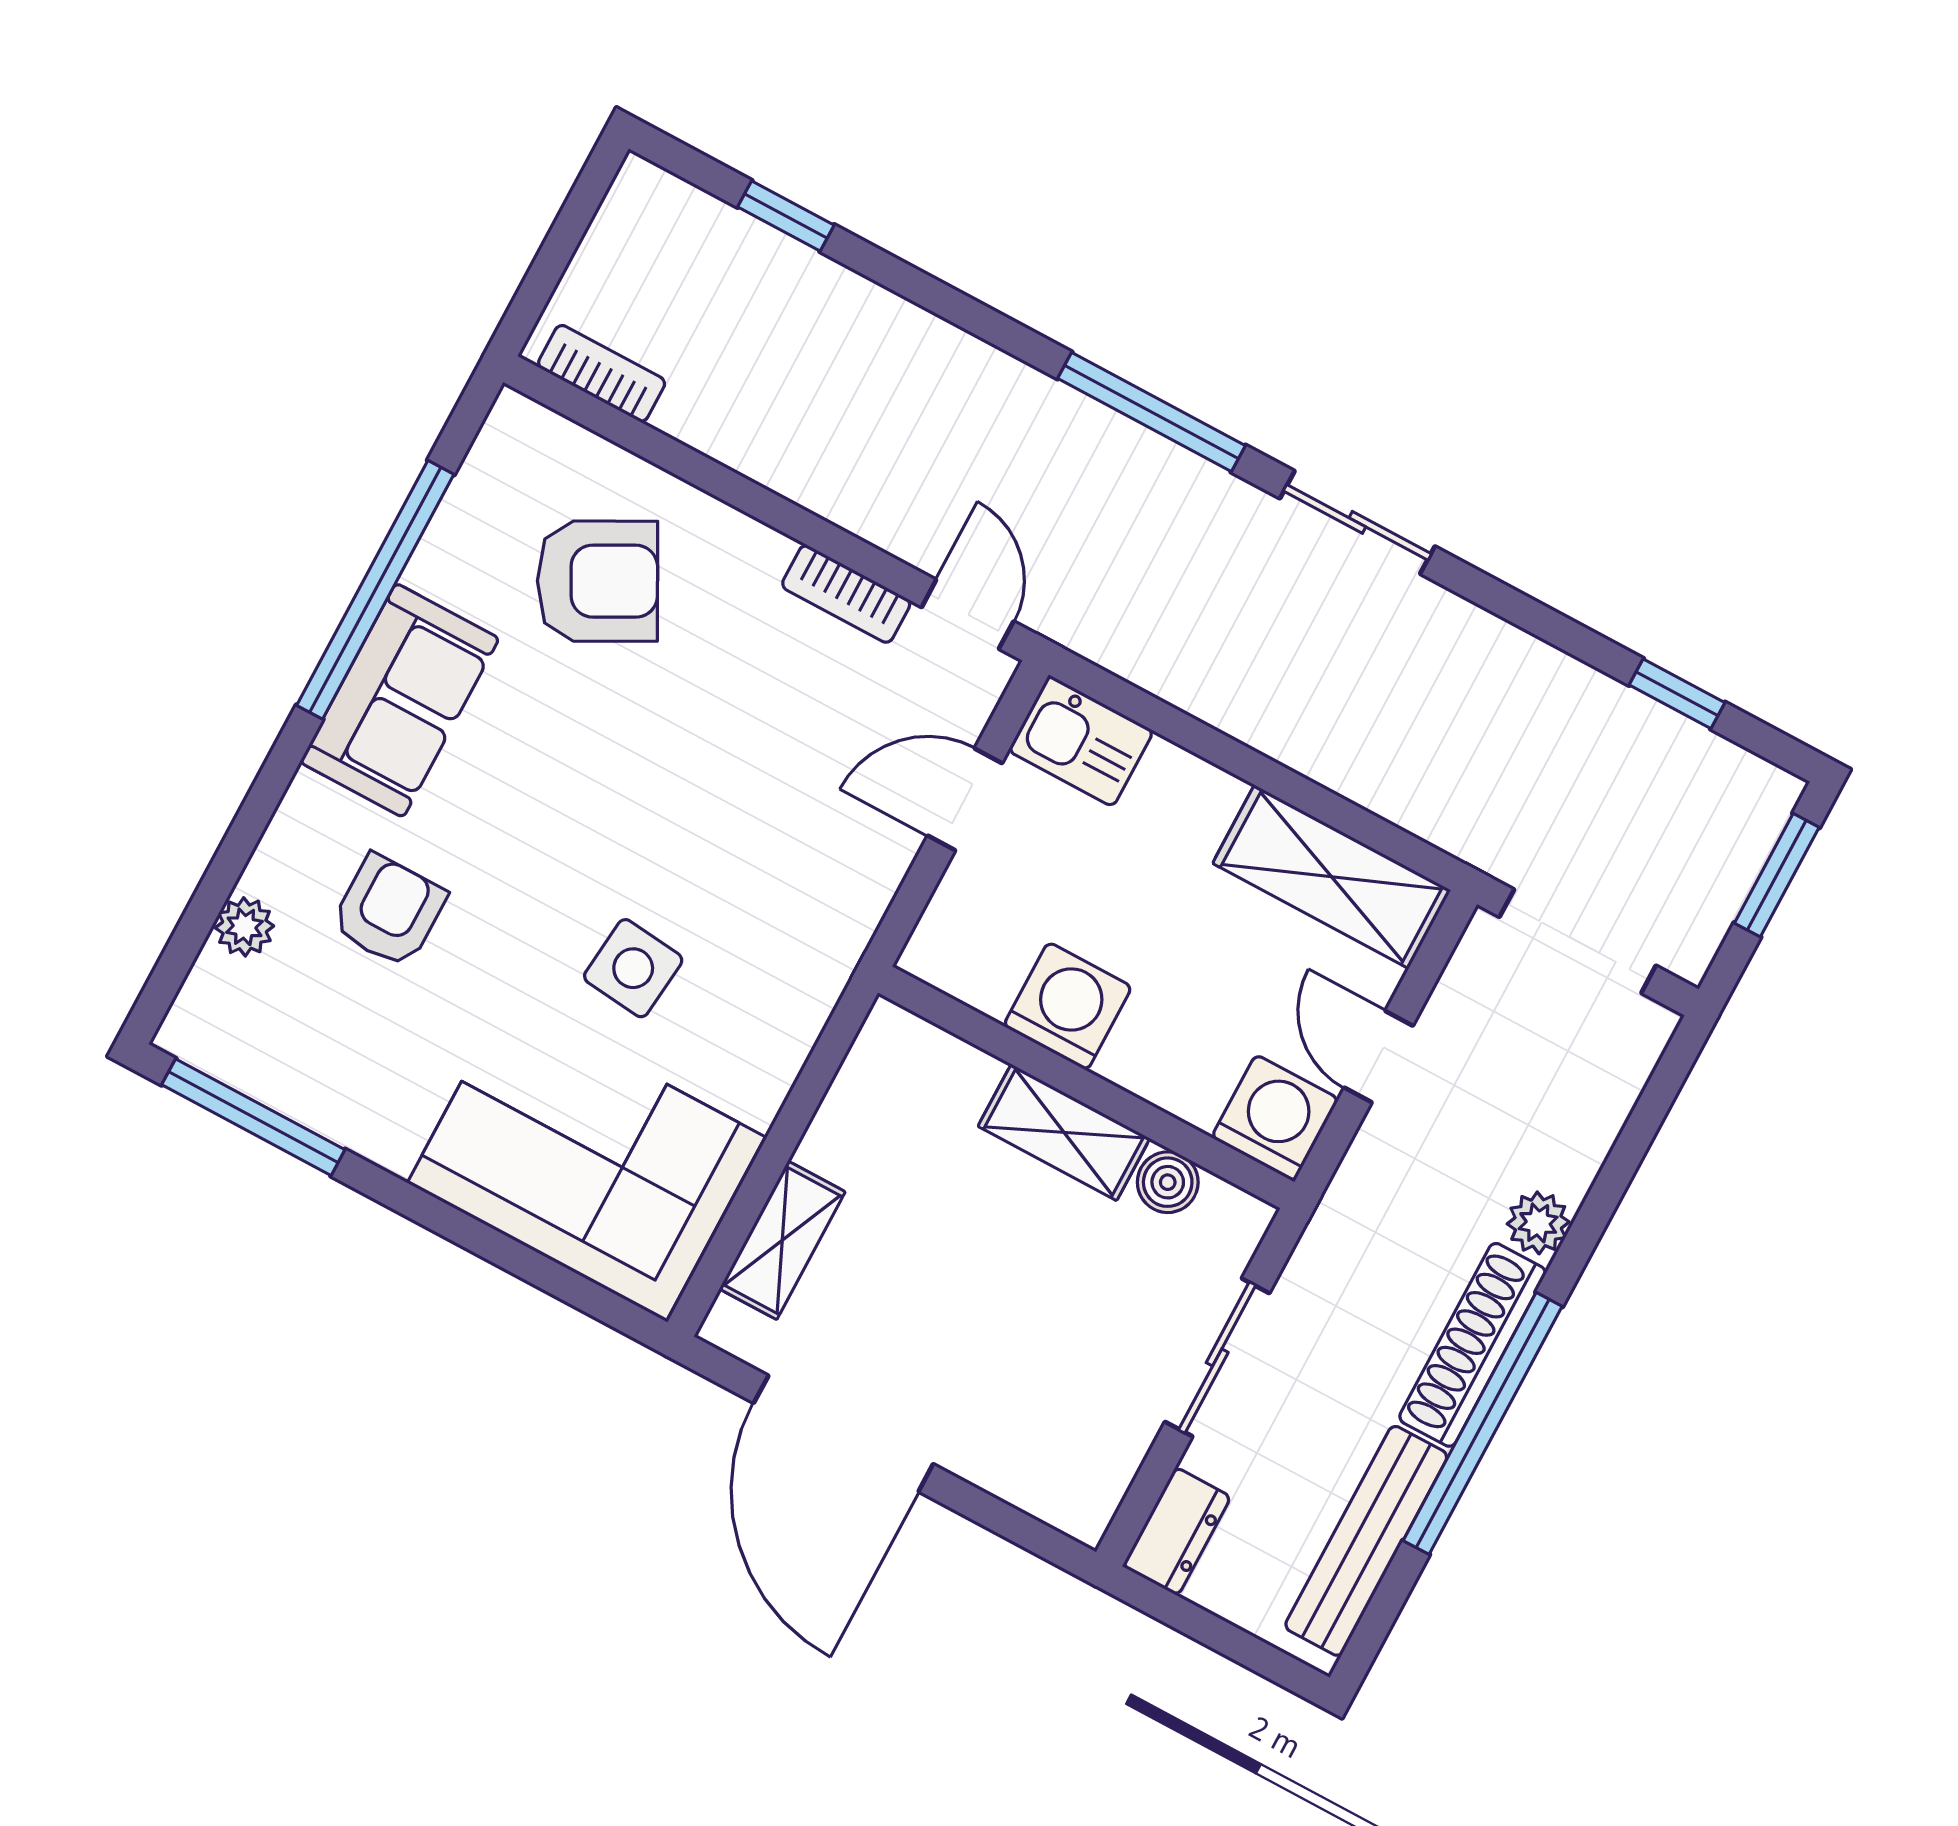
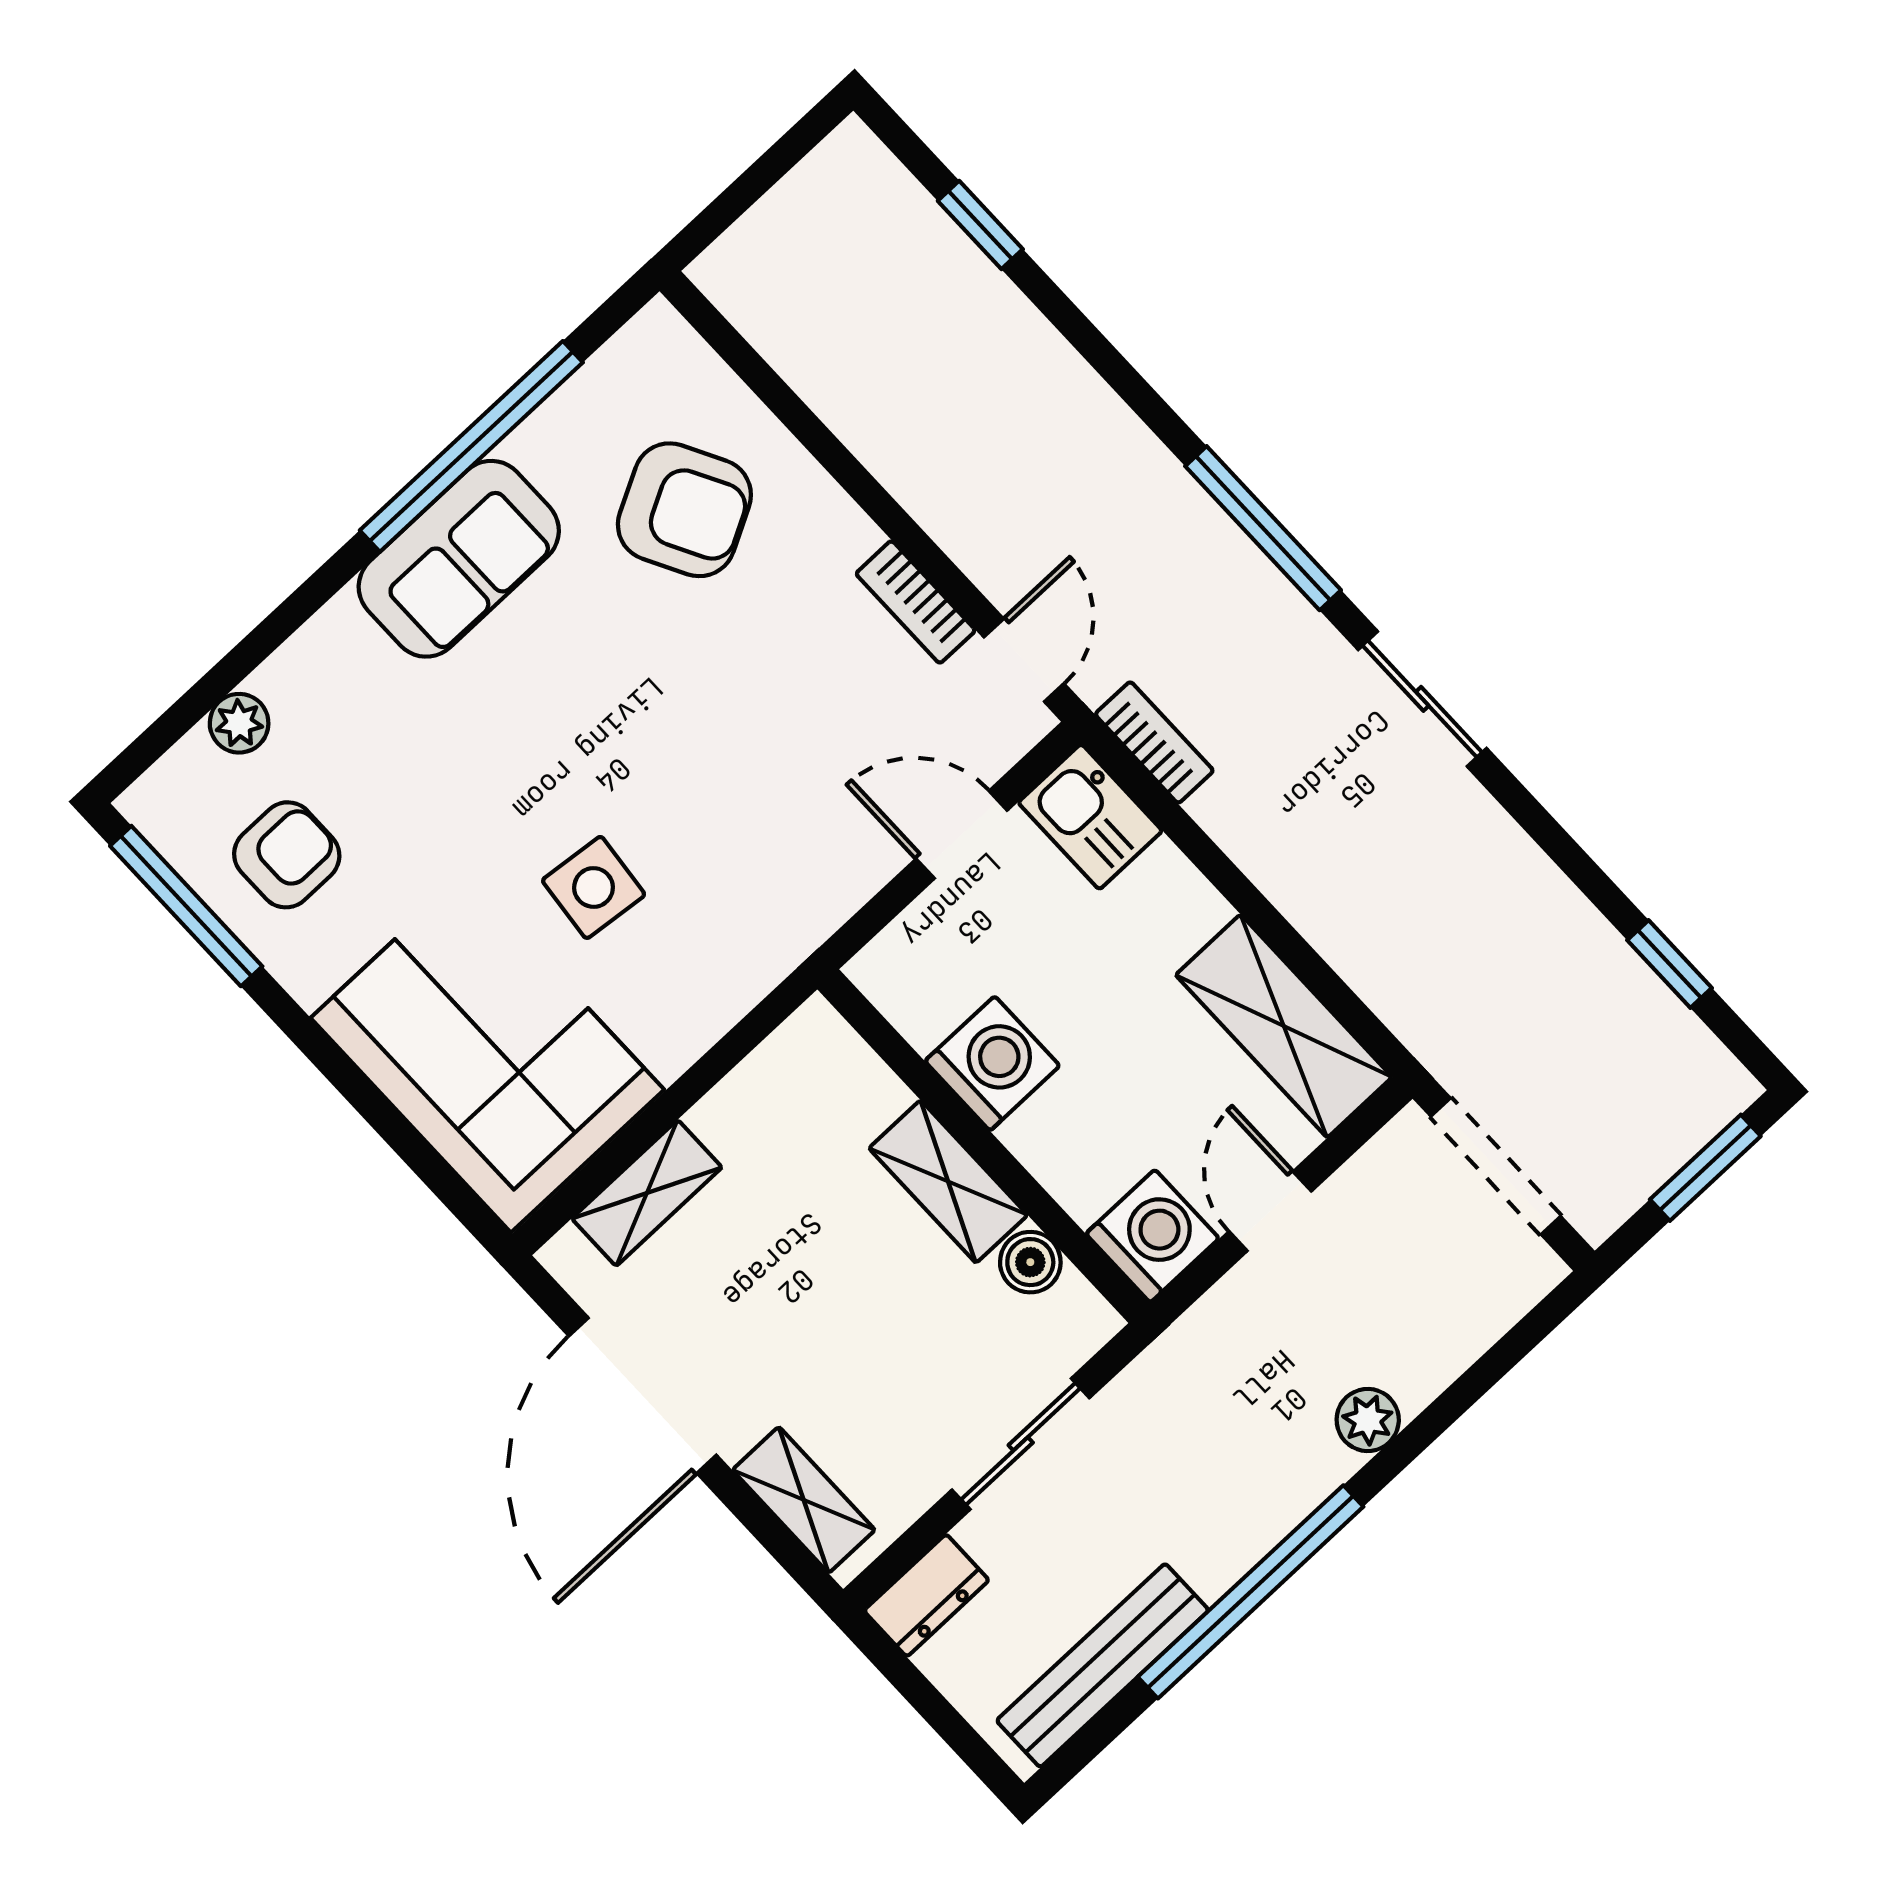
bookcase: (602, 373) -> (1154, 742), moved
armchair: (389, 911) -> (287, 855), moved
shoe rack: (1473, 1345) -> (1266, 1514), removed
shelving: (1030, 1481) -> (804, 1500), added

